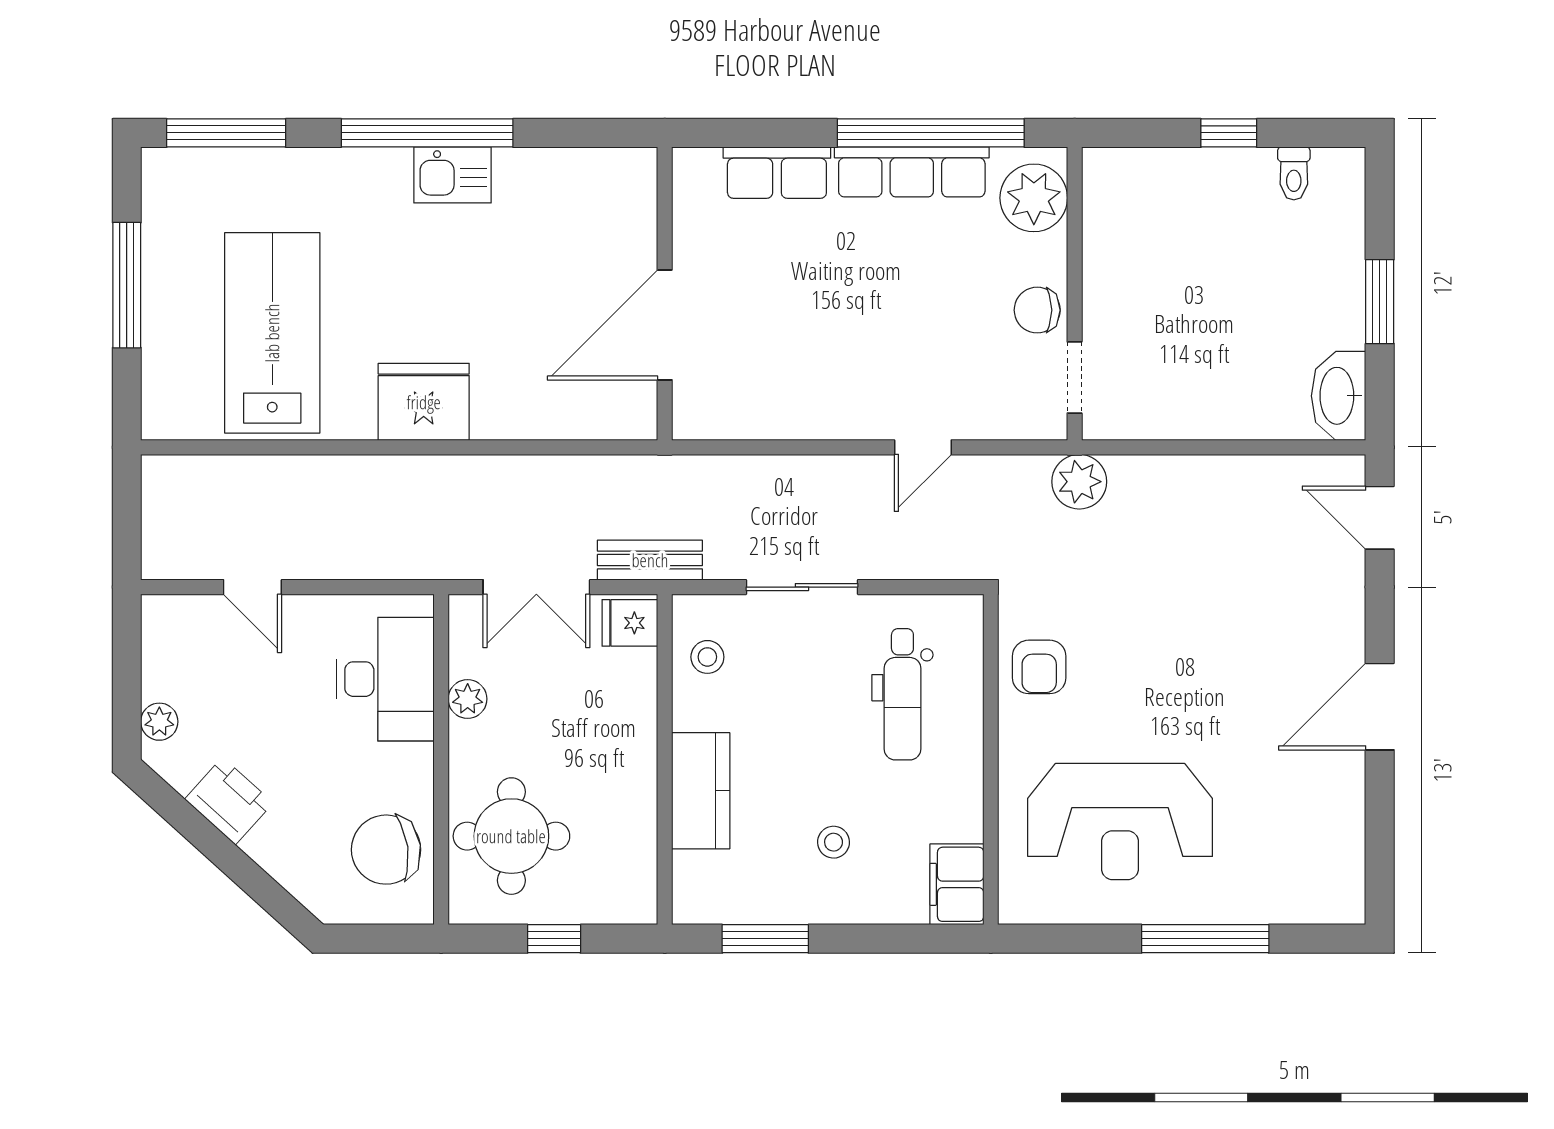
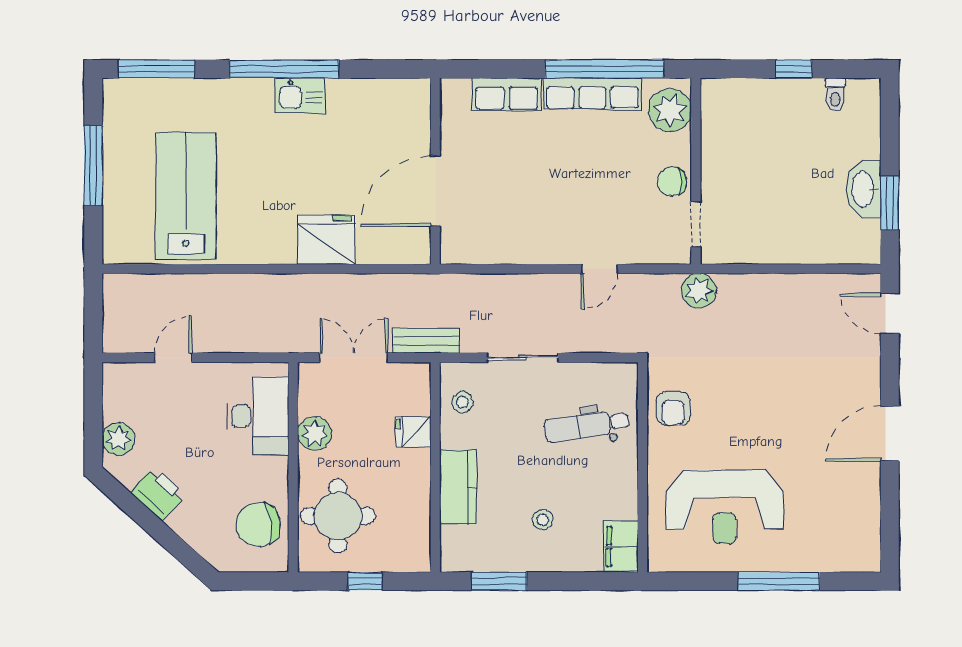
window: (1380, 302) -> (890, 203), moved
washbasin: (1339, 396) -> (864, 189), moved
fridge: (424, 402) -> (327, 240), moved
door: (252, 587) -> (173, 358), swing flipped
double door: (536, 587) -> (354, 358), swing flipped
fridge: (630, 623) -> (413, 432), moved
dental chair: (902, 694) -> (586, 426), turned 82
plant: (468, 699) -> (315, 433), width x1.38, depth x1.38
plant: (159, 722) -> (118, 439), width x1.38, depth x1.38

